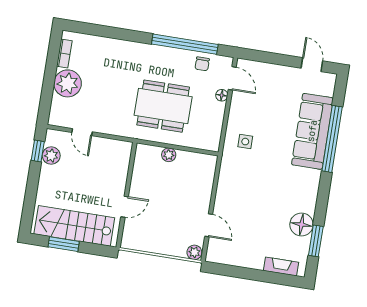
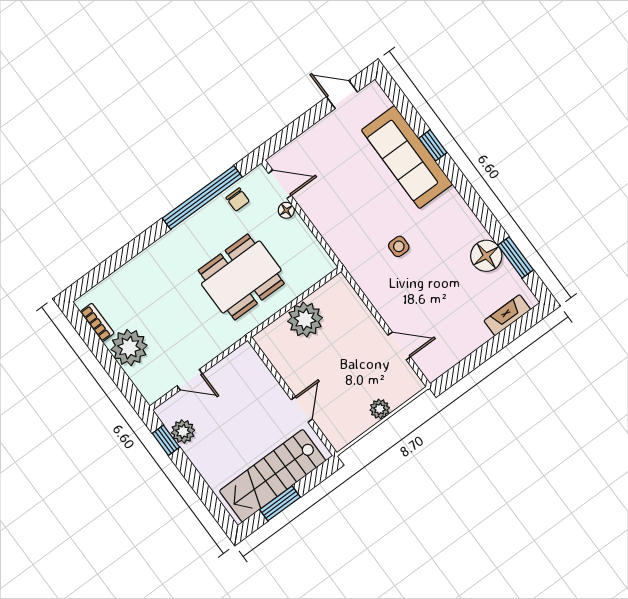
window: (332, 139) -> (433, 145), width x0.32
side table: (245, 142) -> (399, 246), moved
plant: (169, 155) -> (305, 319), width x1.88, depth x1.88
plant: (194, 252) -> (380, 409), moved

